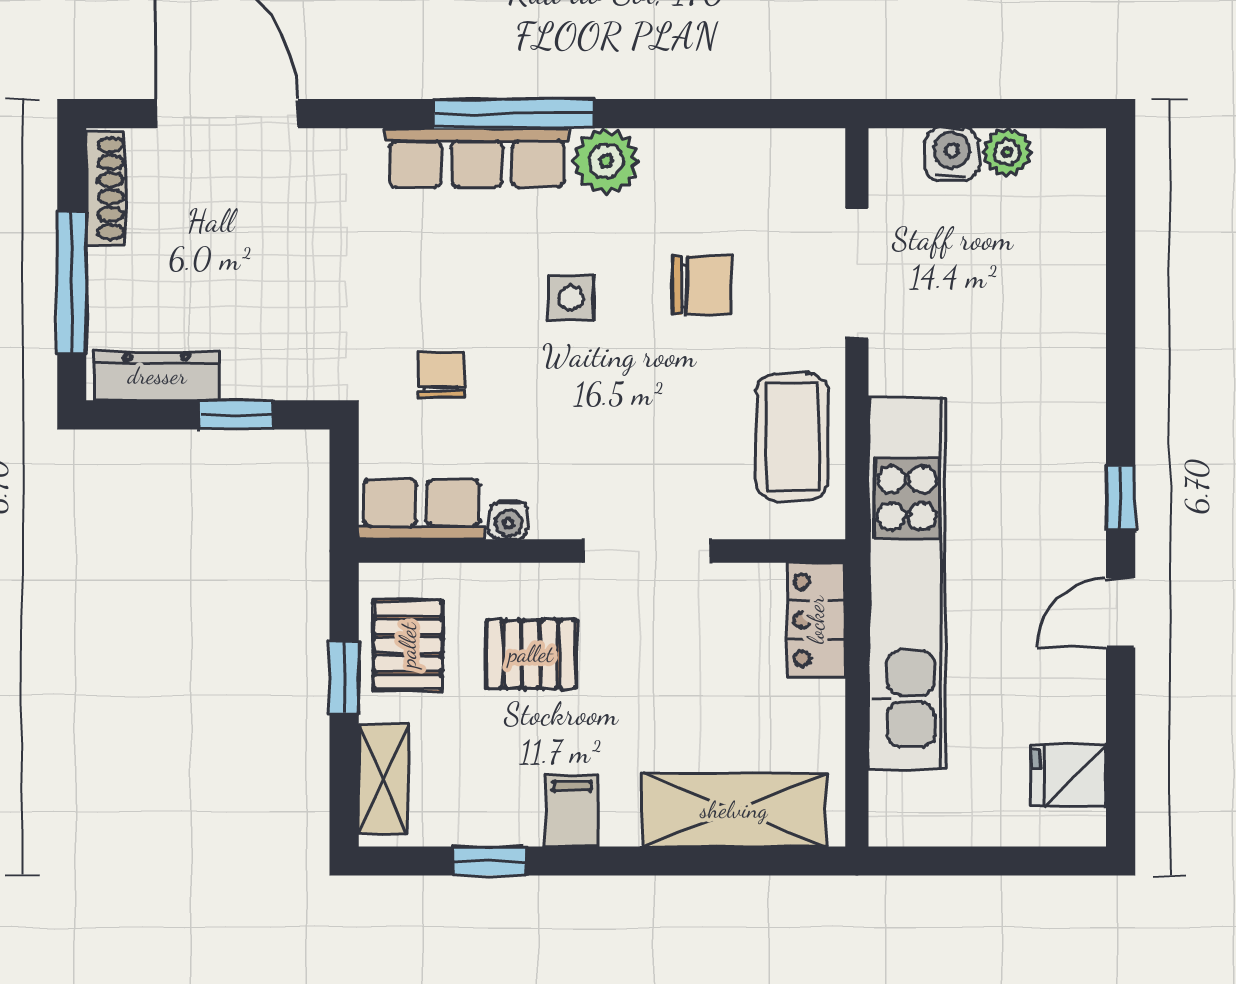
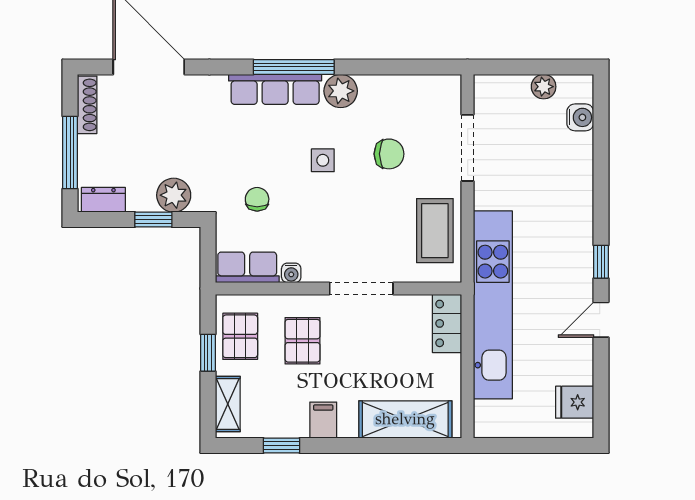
water cooler: (952, 155) -> (580, 117), moved, turned 90
plant: (277, 367) -> (174, 195), added
dresser: (157, 376) -> (103, 200), width x0.70
pallet: (531, 654) -> (303, 341), turned 90

